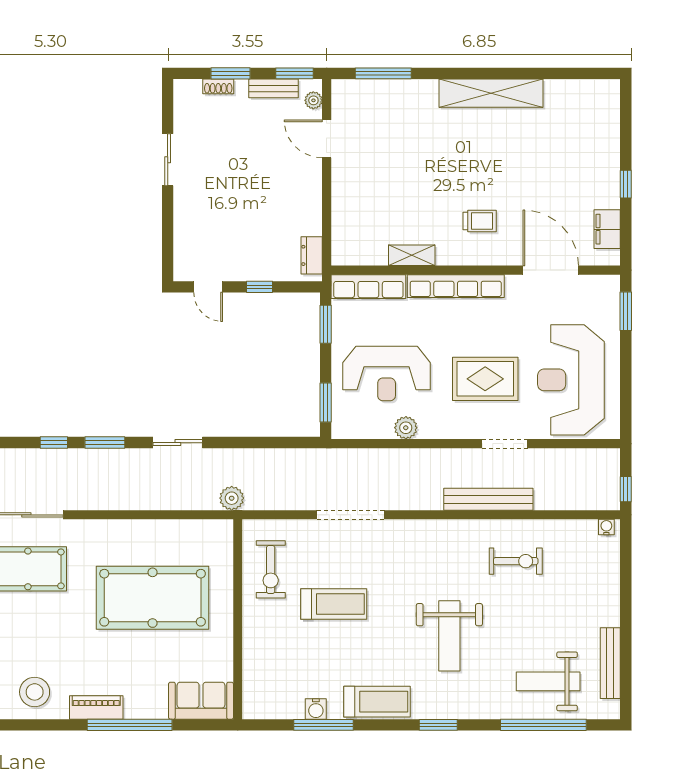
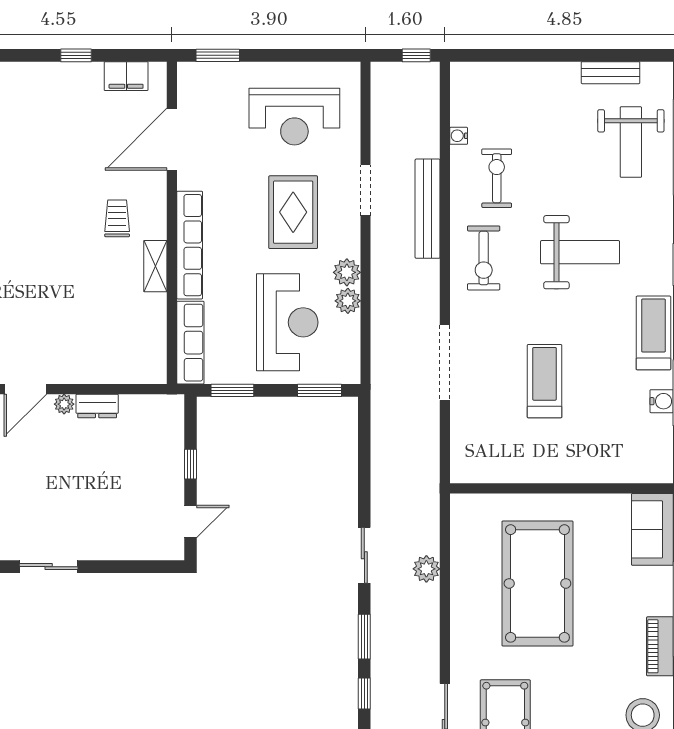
plant: (313, 174) -> (64, 404), added
dresser: (312, 255) -> (97, 406), moved
shelving: (412, 255) -> (155, 266), moved
reception desk: (571, 380) -> (294, 117), width x0.74, depth x0.77
plant: (431, 427) -> (347, 272), added
plant: (232, 498) -> (426, 569), moved
water cooler: (606, 527) -> (459, 136), moved
exercise bike: (271, 569) -> (484, 258), moved, turned 90
bench: (610, 663) -> (610, 73), width x0.73

